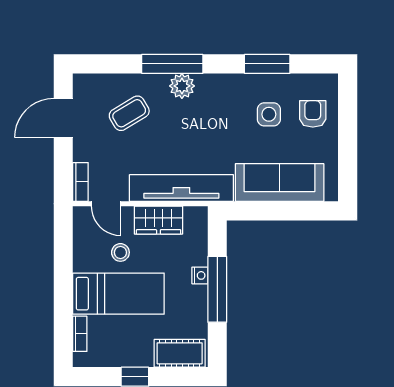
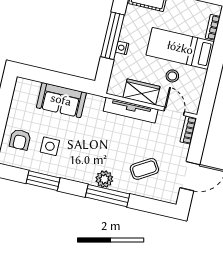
sofa: (280, 183) -> (61, 100), width x0.74
tv unit: (181, 188) -> (131, 110), width x0.73, depth x0.78

